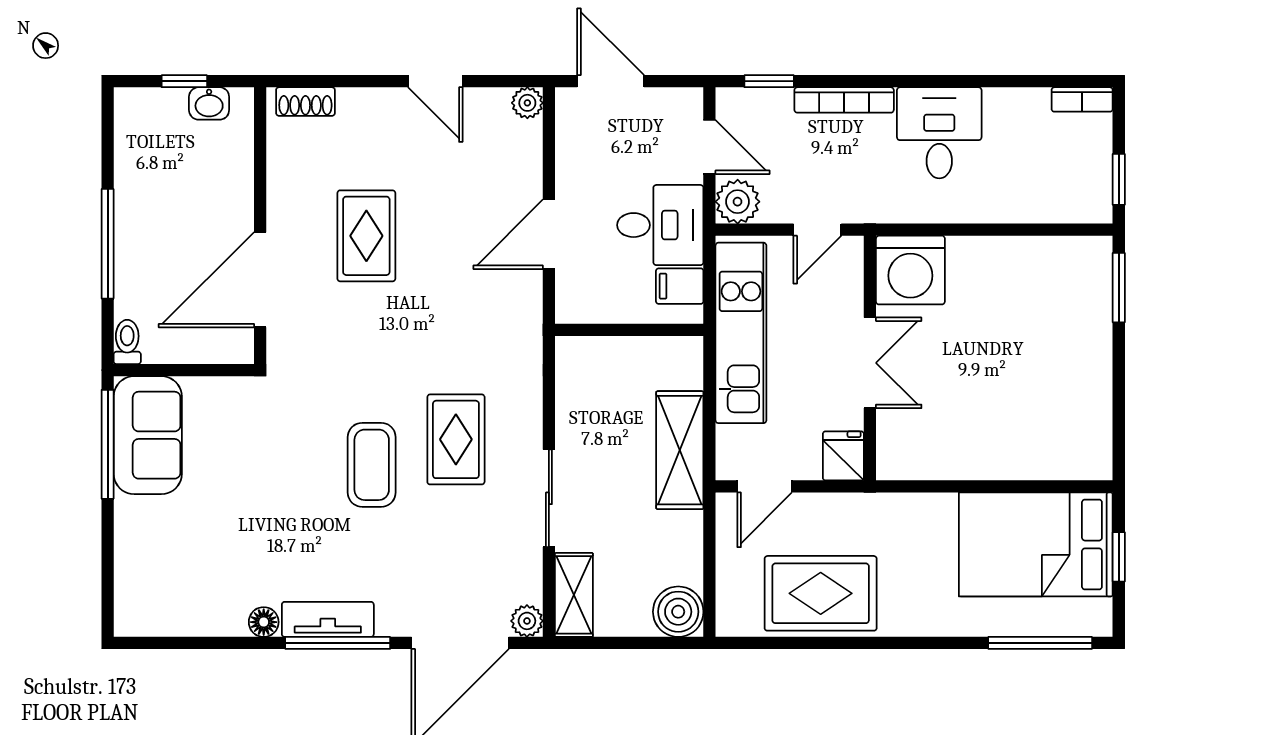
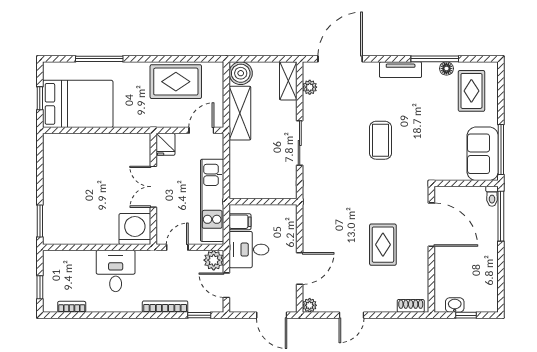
door: (435, 81) -> (352, 315), swing flipped
bookcase: (1082, 99) -> (72, 307), moved
desk: (939, 133) -> (116, 271), moved, turned 180
window: (1119, 179) -> (40, 287), moved
door: (549, 234) -> (300, 268), moved
window: (108, 244) -> (501, 216), moved
door: (260, 280) -> (431, 225), hinge flipped
rug: (456, 439) -> (471, 91), moved
shelving: (680, 450) -> (240, 113), moved
sliding door: (549, 498) -> (300, 143), moved
plant: (527, 621) -> (310, 87), moved
floor lamp: (264, 622) -> (446, 69), moved
window: (338, 643) -> (435, 59), moved
window: (1040, 643) -> (99, 59), moved

